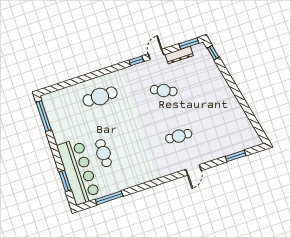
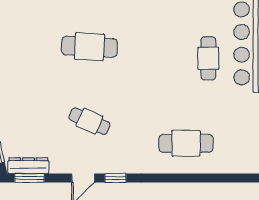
dresser: (179, 55) -> (28, 166), moved
cafe table: (179, 136) -> (89, 47), width x1.37, depth x1.35

